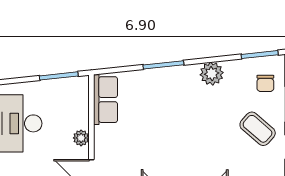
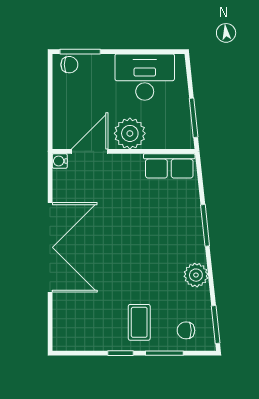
coffee table: (258, 129) -> (139, 322), turned -41
plant: (81, 138) -> (130, 133), width x1.88, depth x1.88

